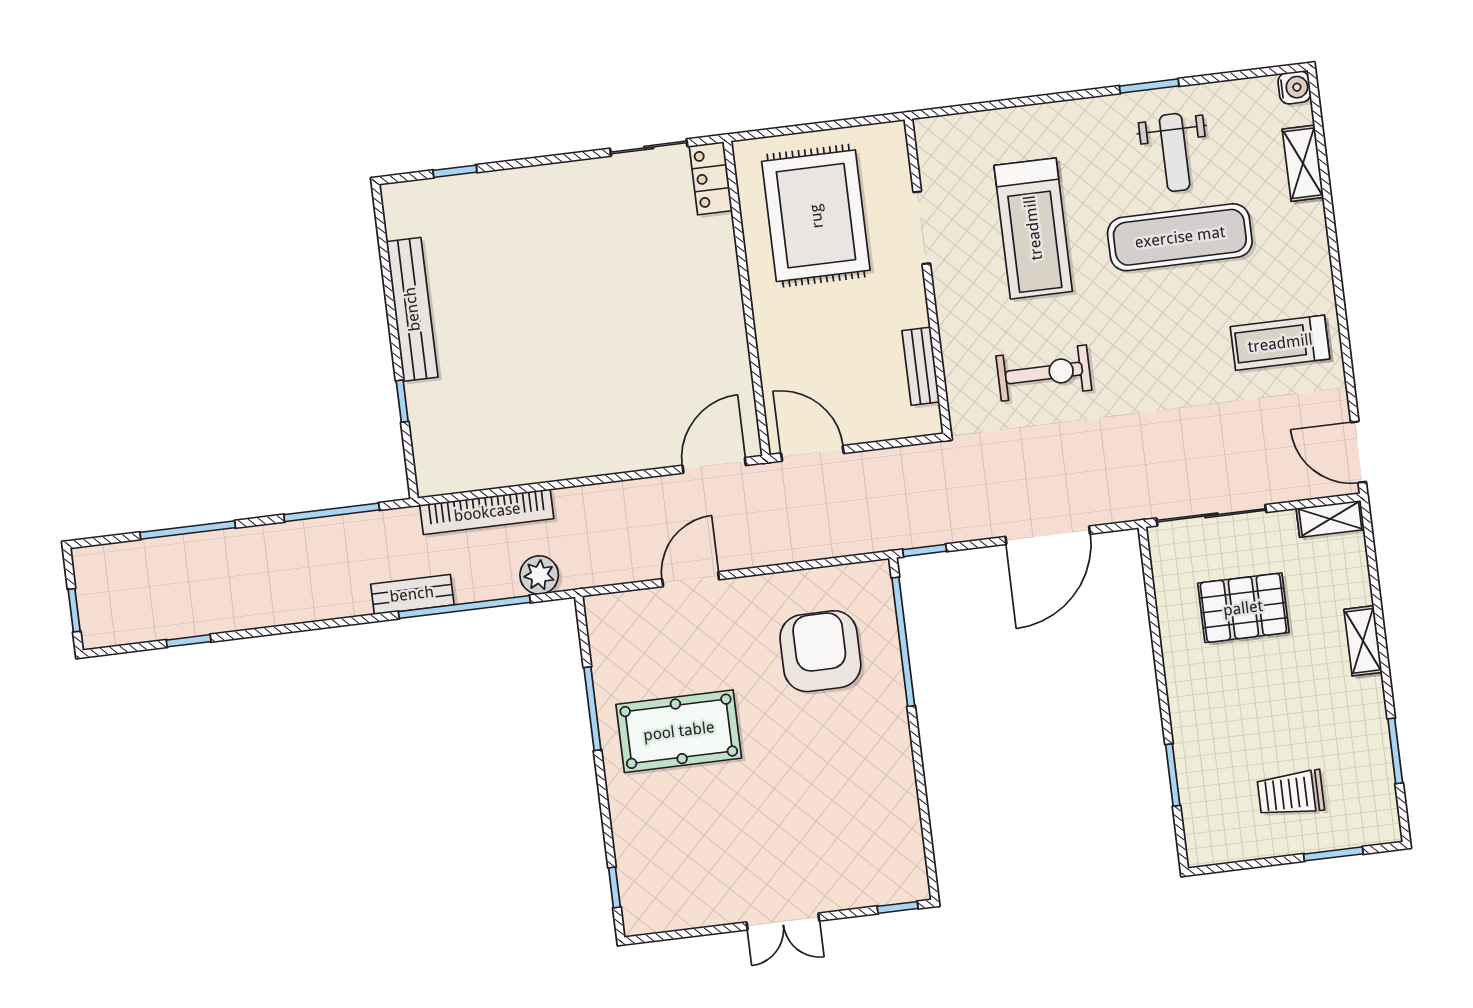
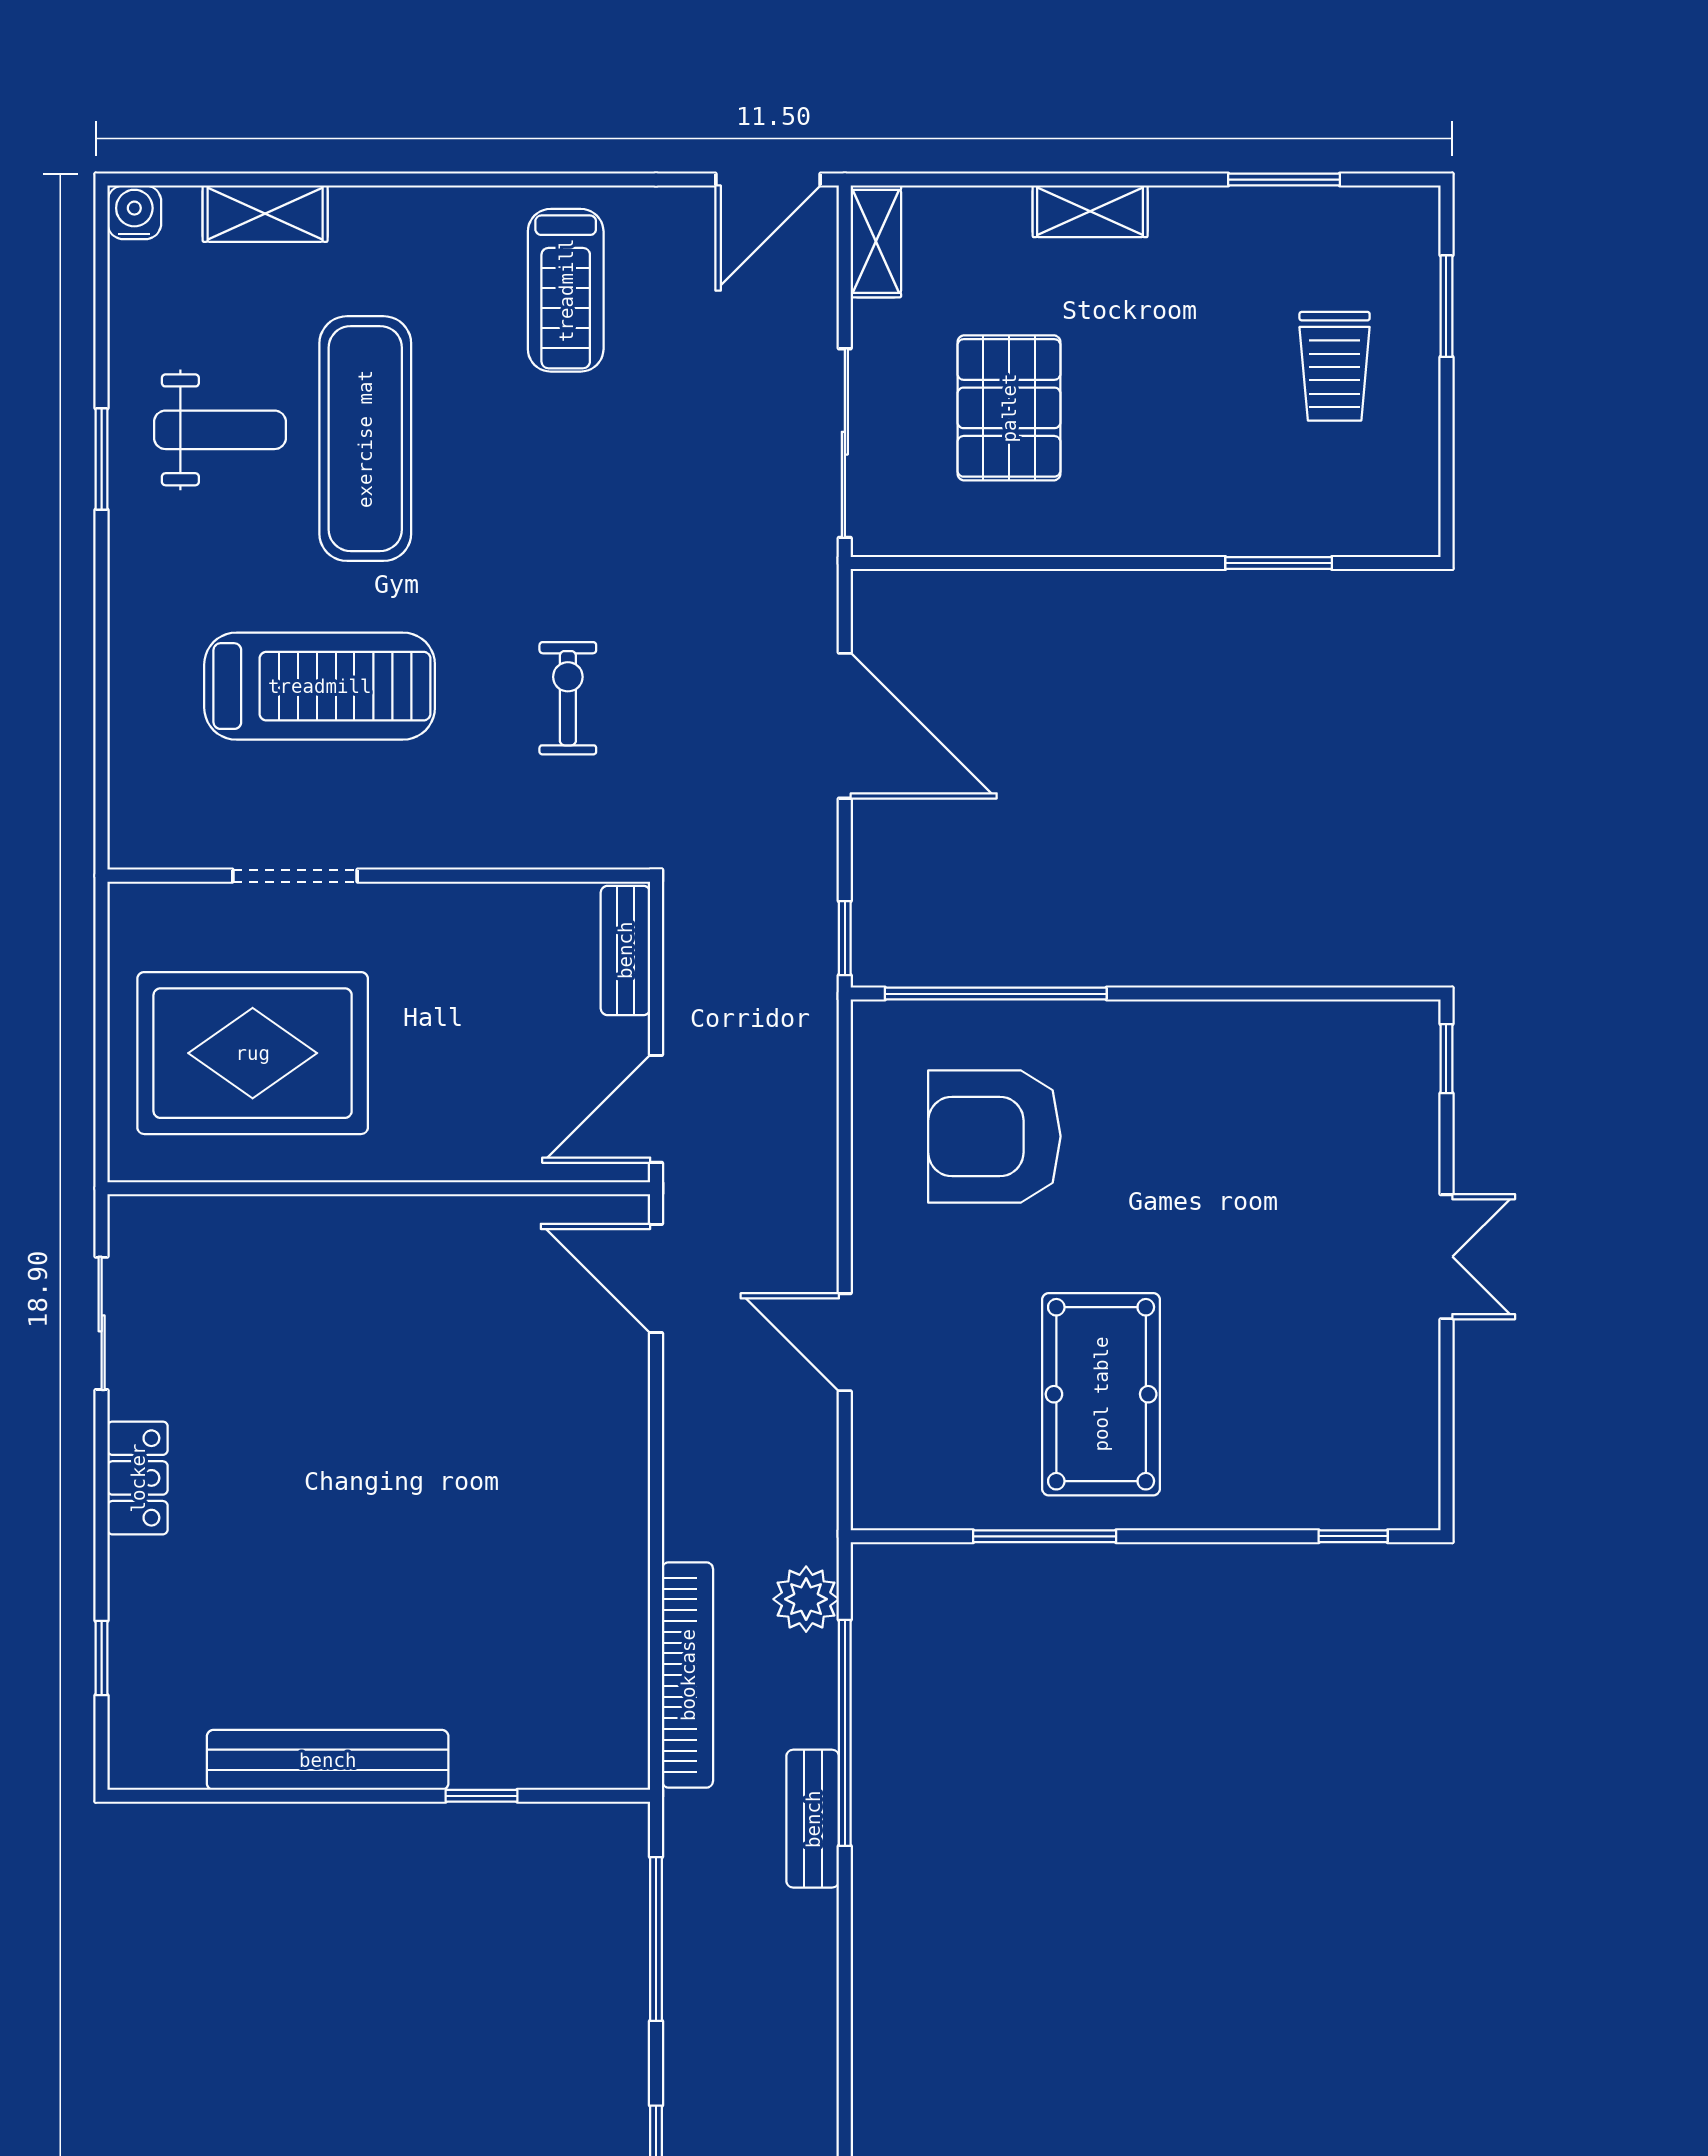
locker: (711, 178) -> (138, 1478), moved, turned -90
bench: (921, 366) -> (625, 950), moved, turned 90
exercise bike: (1044, 373) -> (568, 698), width x0.73, depth x0.72

